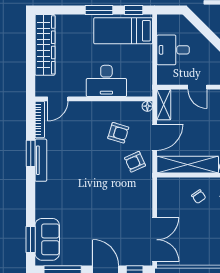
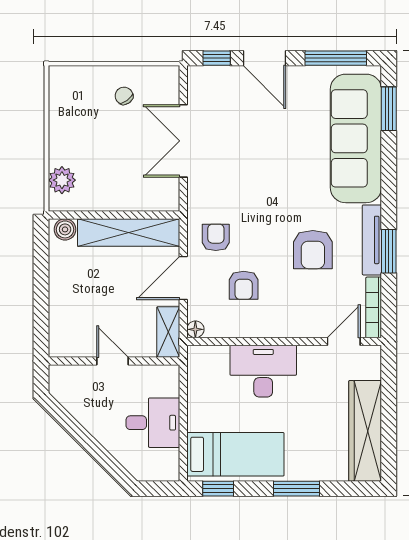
window: (99, 10) -> (296, 489), moved
armchair: (118, 133) -> (244, 285), turned -107
armchair: (76, 154) -> (313, 250), added
armchair: (135, 162) -> (216, 237), turned -66
chair: (199, 197) -> (124, 96), moved
sofa: (47, 239) -> (356, 138), width x1.85, depth x1.27
double door: (155, 240) -> (183, 141), moved

